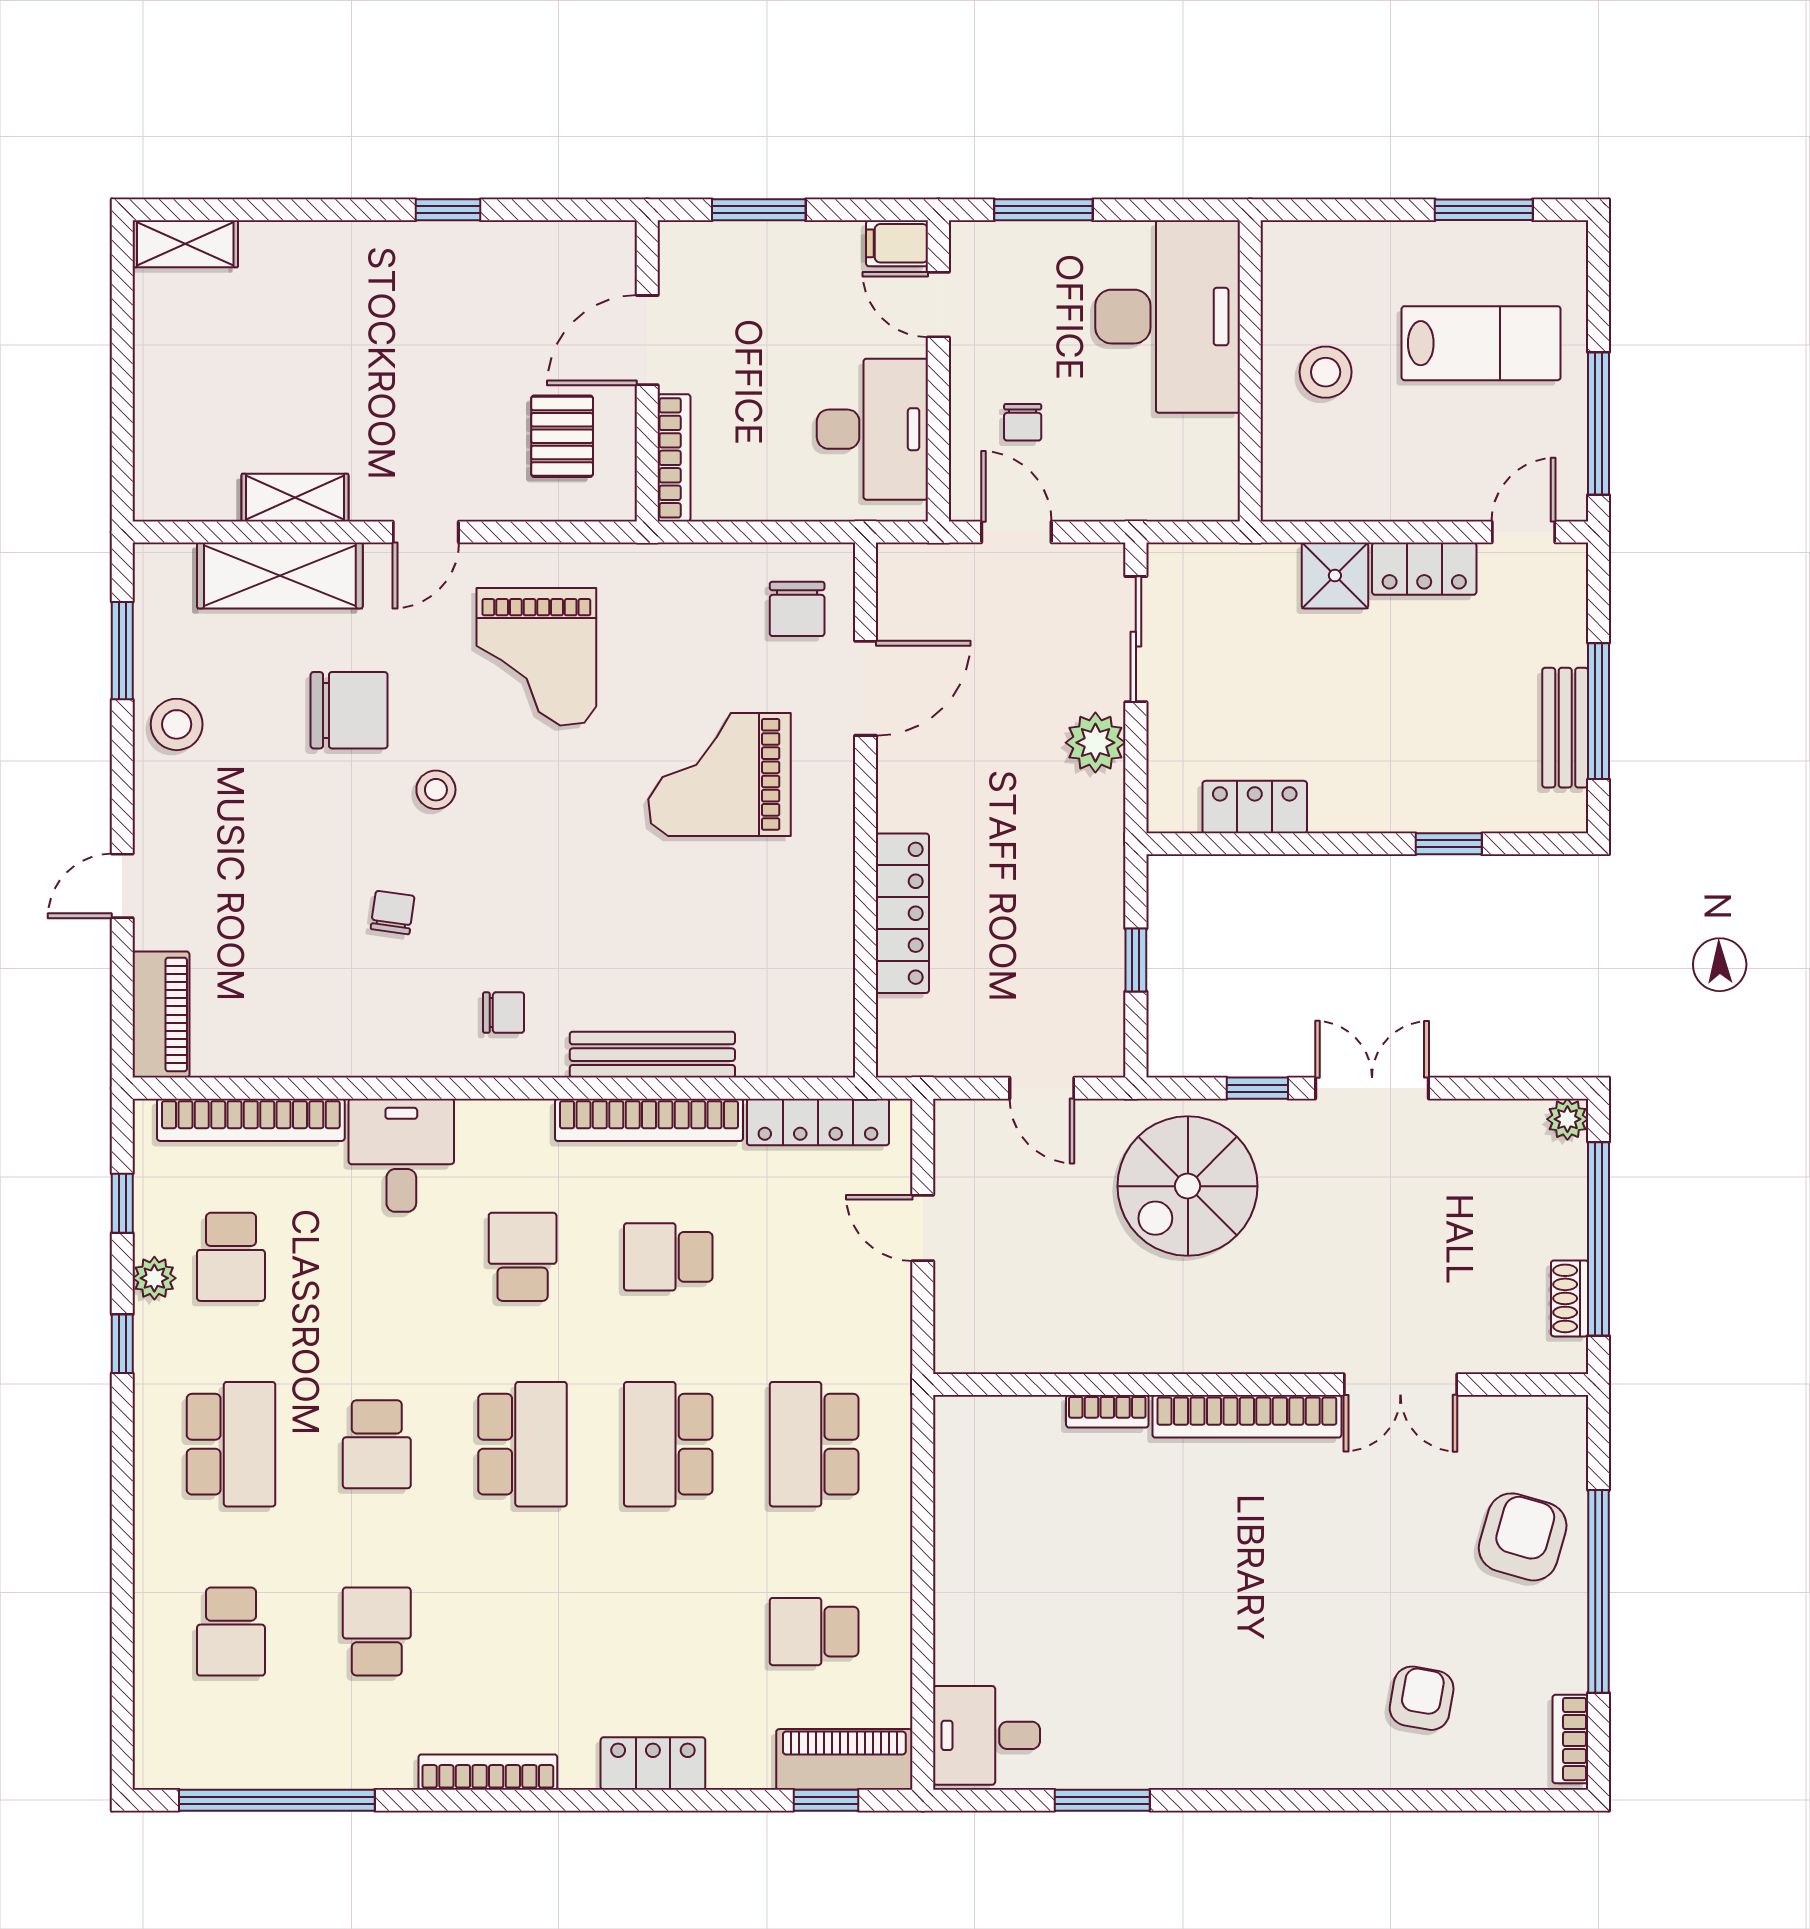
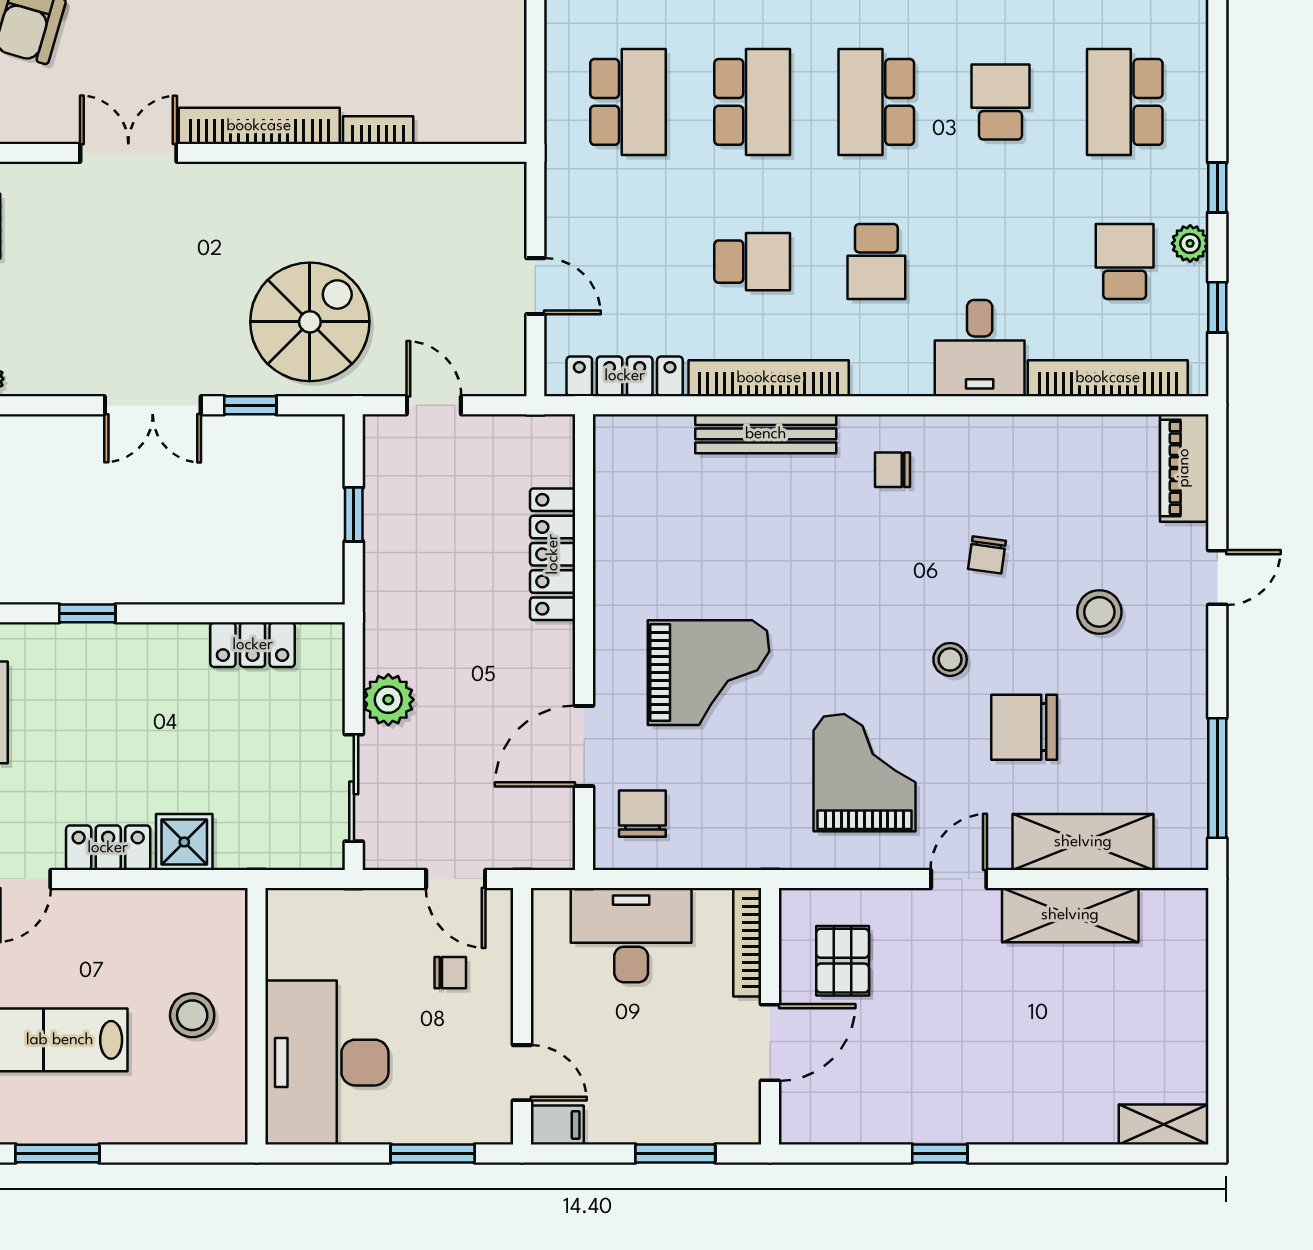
chair: (1023, 422) -> (450, 973), turned 90
desk: (872, 429) -> (631, 935), moved, turned 90
shelving: (295, 498) -> (1070, 915), width x1.50, depth x1.33
window: (122, 651) -> (1217, 778), width x1.44
stool: (177, 724) -> (1099, 612), moved

